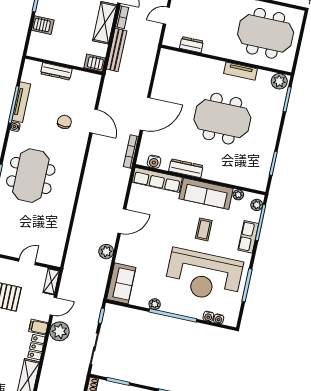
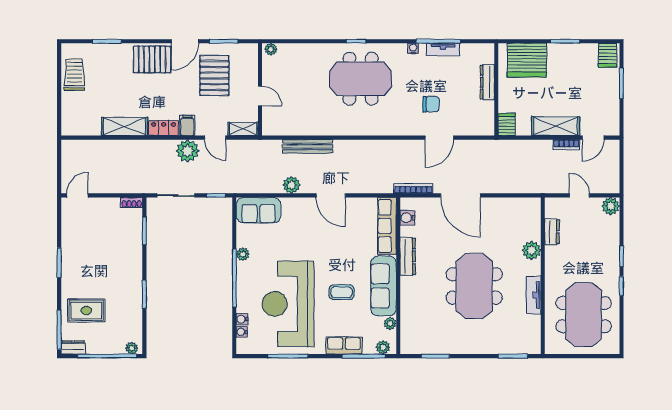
server rack: (43, 25) -> (527, 60), width x2.18, depth x1.44
bench: (117, 50) -> (308, 147), moved
plant: (279, 81) -> (532, 250), moved
tv unit: (21, 102) -> (443, 49), width x0.71

